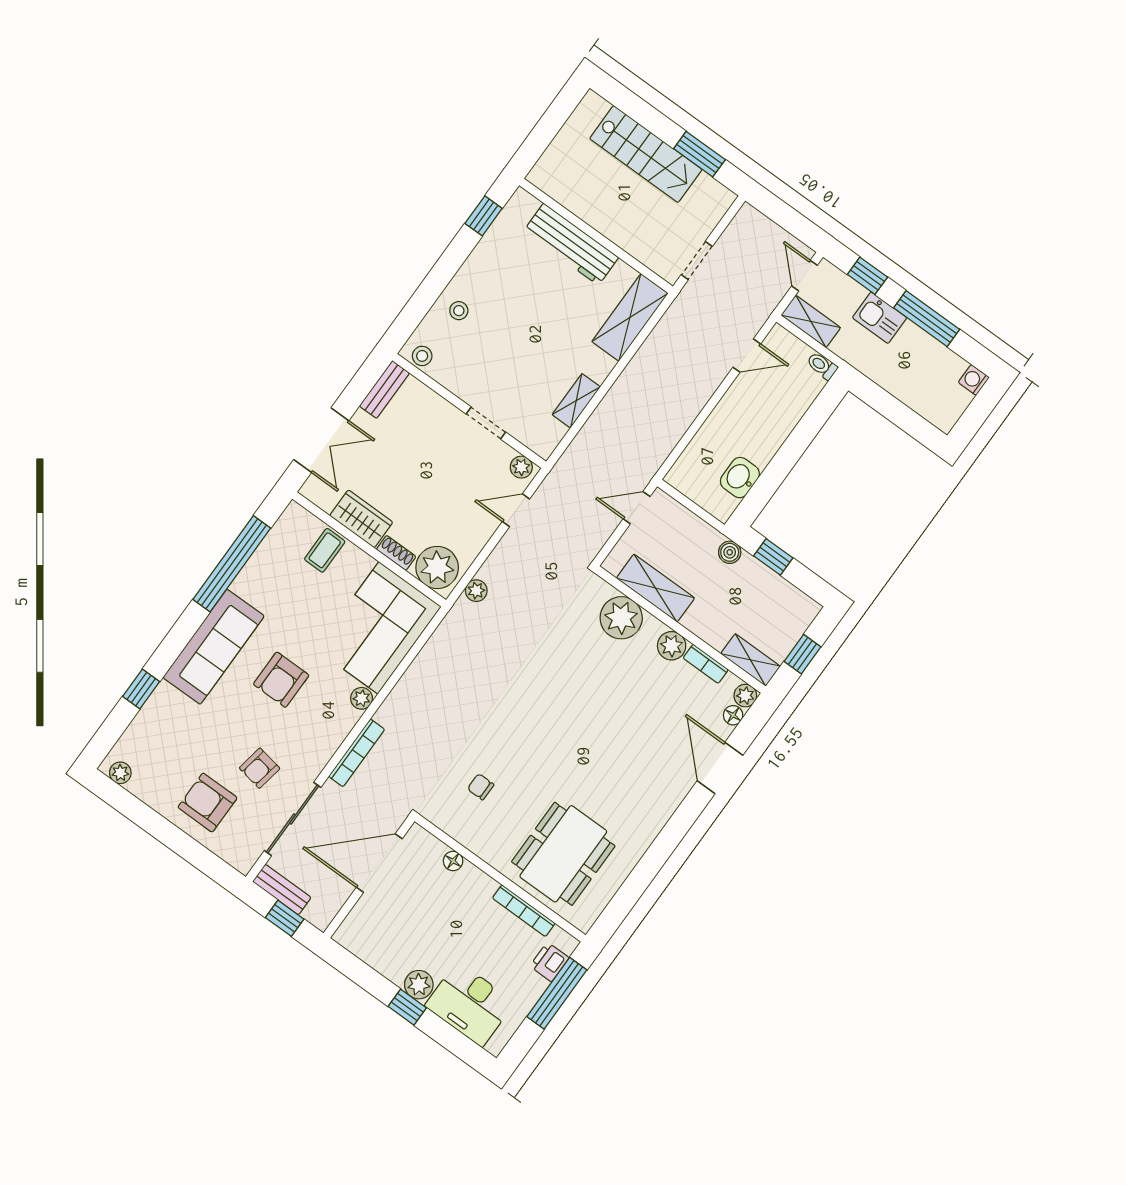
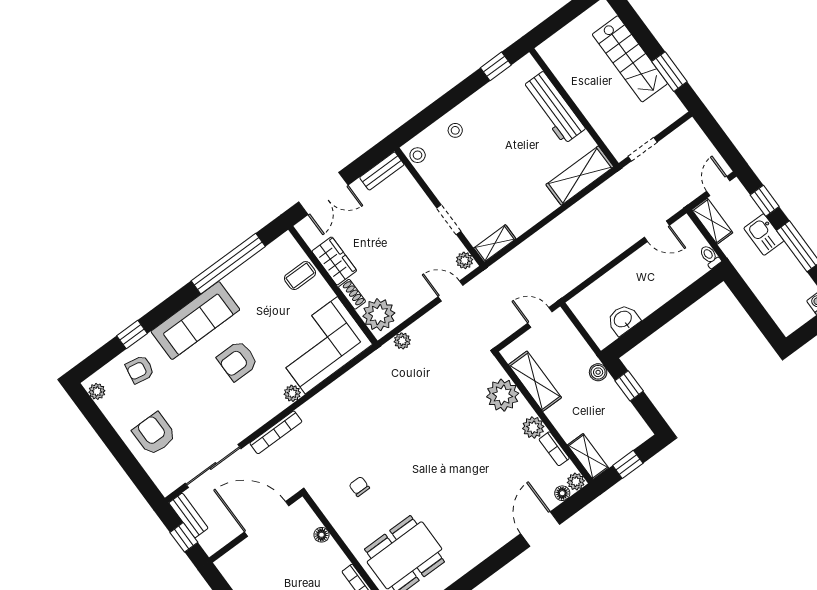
shelving: (576, 401) -> (495, 243), moved
armchair: (260, 768) -> (140, 369), moved

